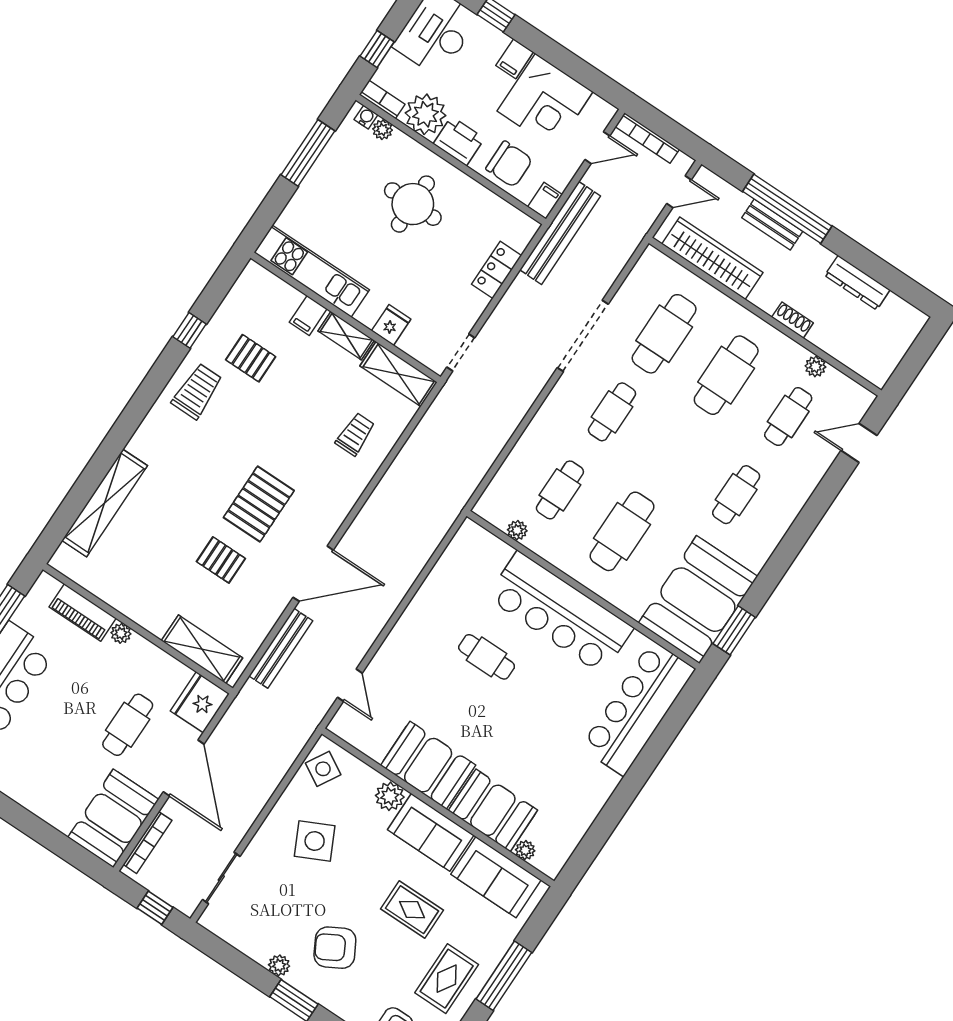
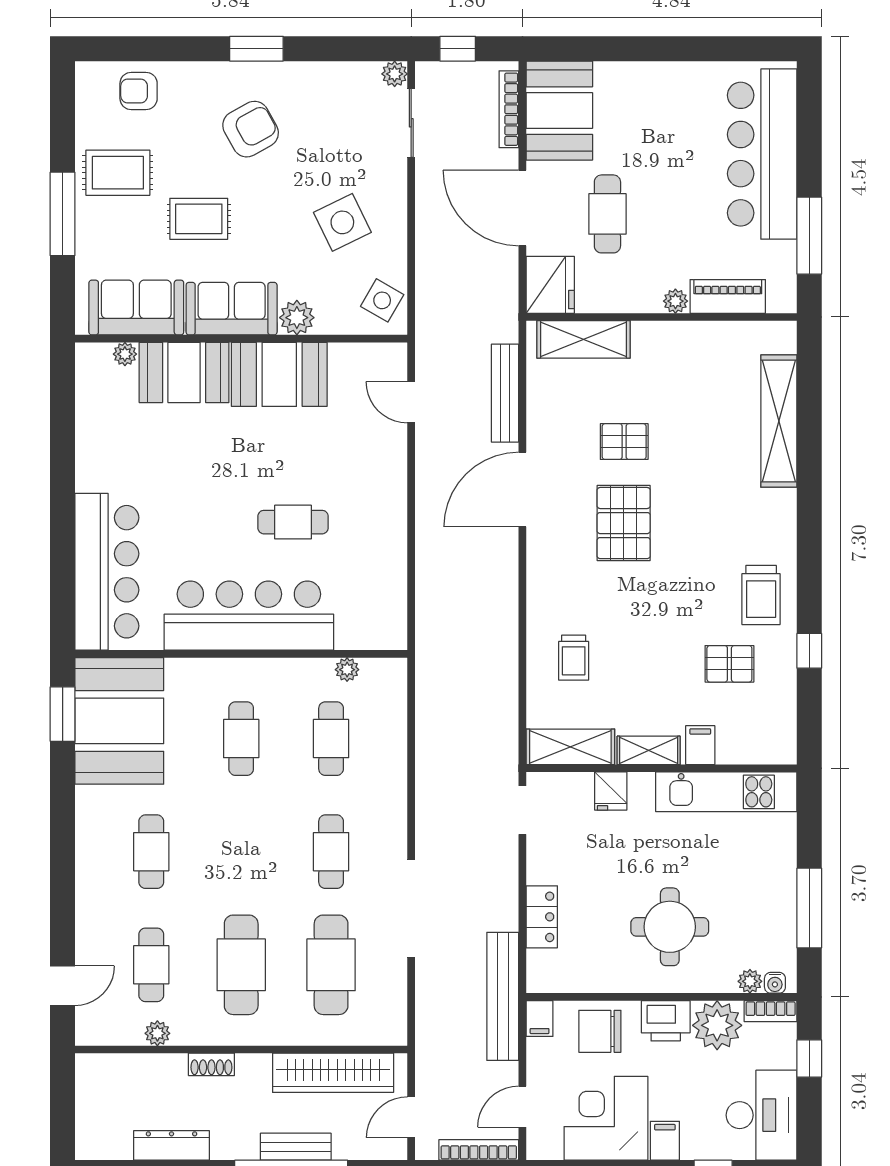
cafe table: (622, 531) -> (241, 739), width x0.73, depth x0.74
plant: (279, 965) -> (395, 74), moved
rug: (447, 979) -> (118, 173), turned 90

